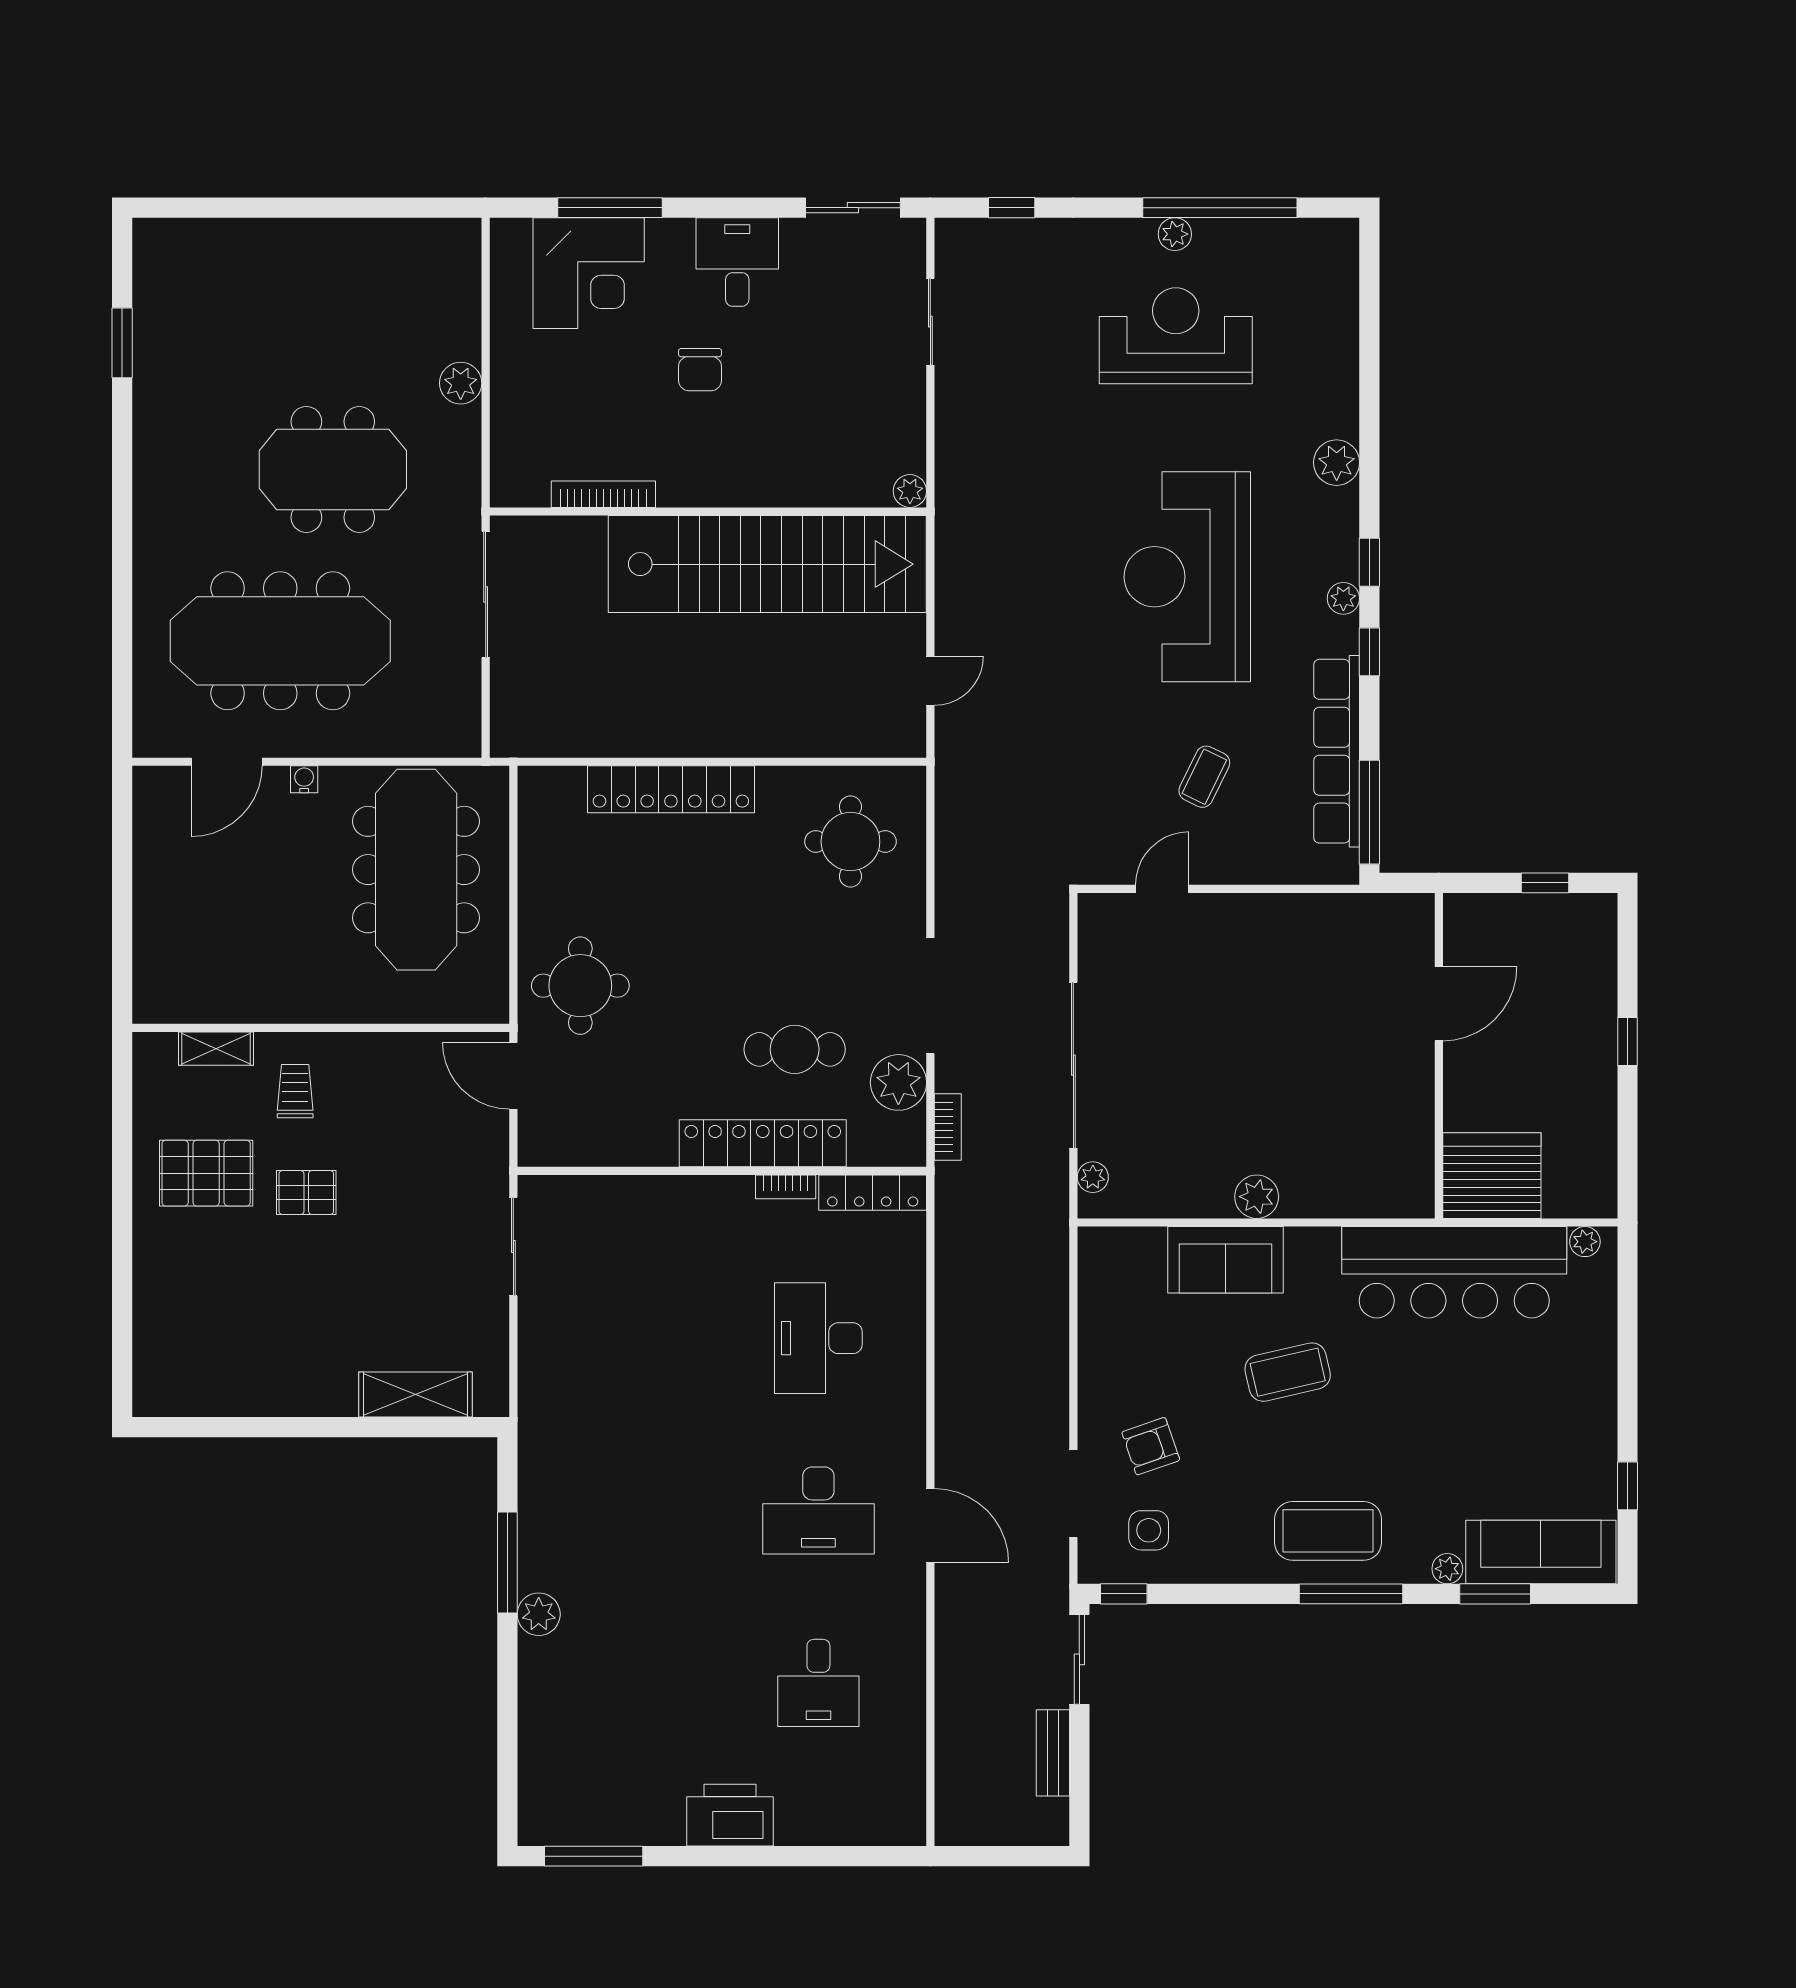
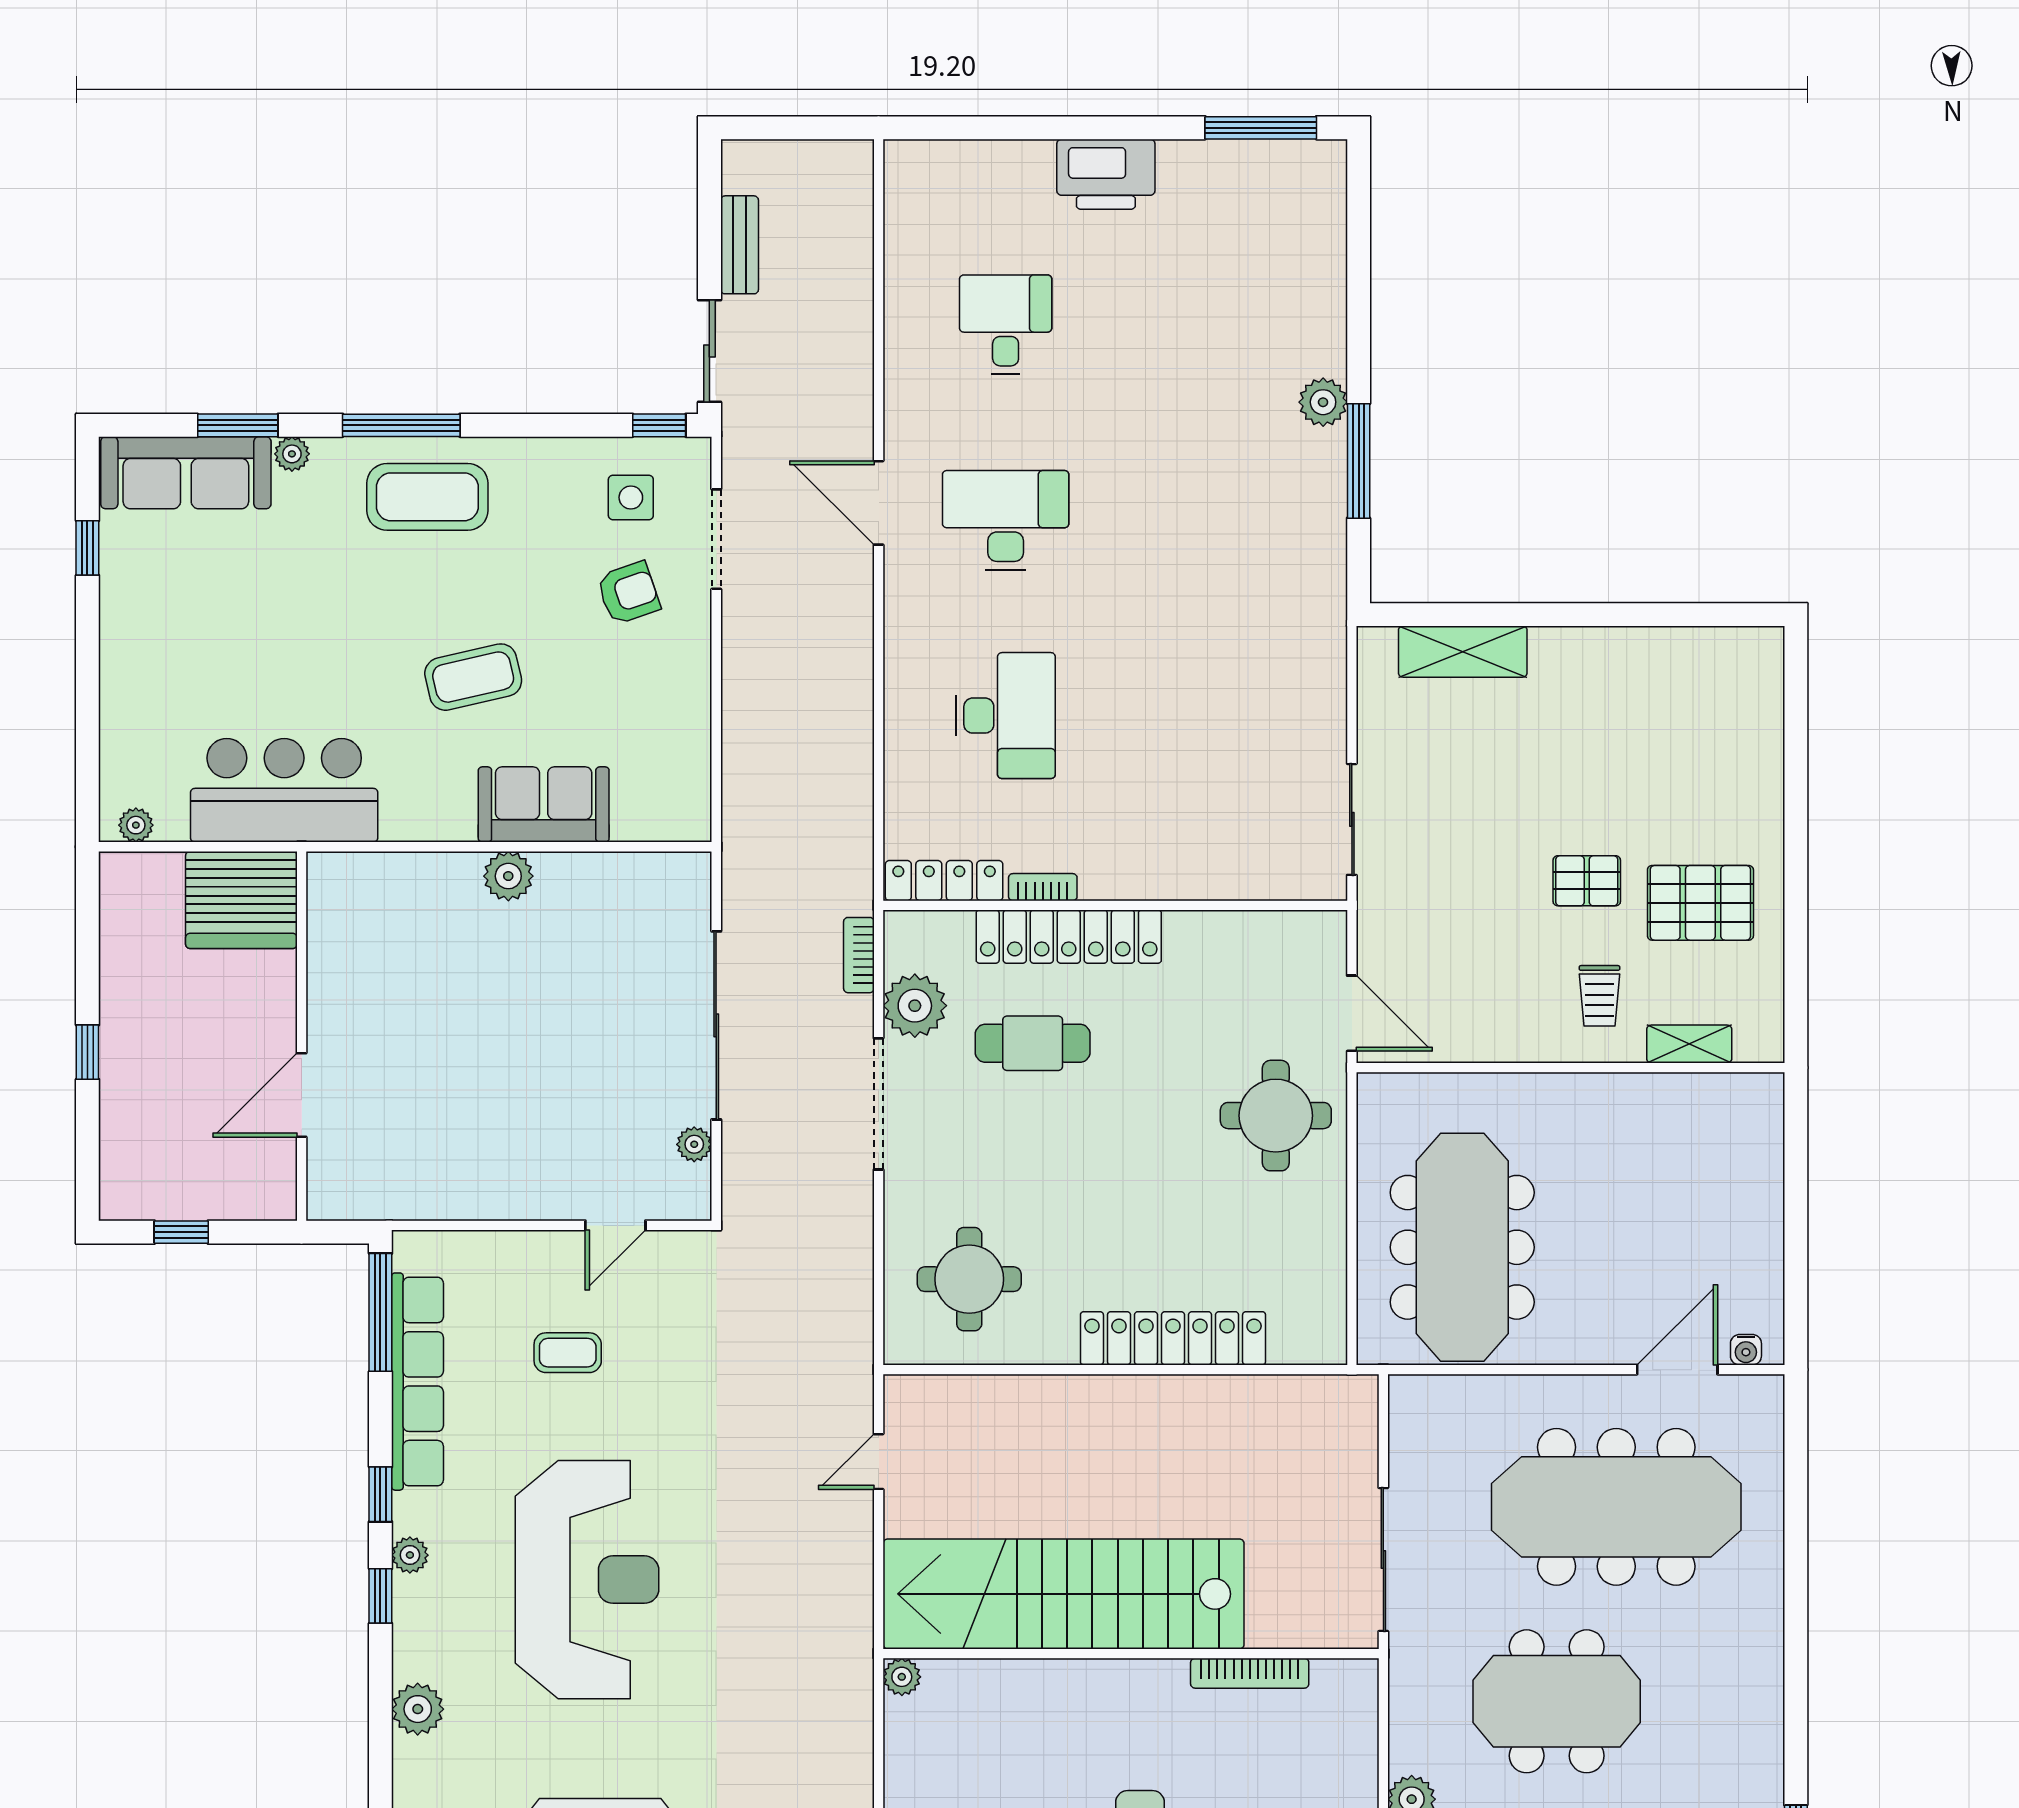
coffee table: (1204, 777) -> (568, 1353), turned 64
water cooler: (304, 779) -> (1746, 1350), moved
plant: (1093, 1177) -> (694, 1144), moved
bar counter: (1454, 1272) -> (284, 790), width x0.73

